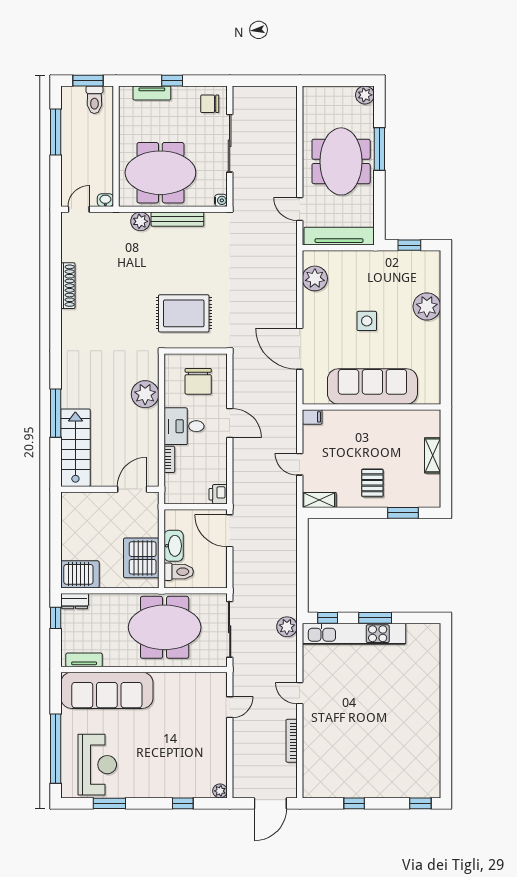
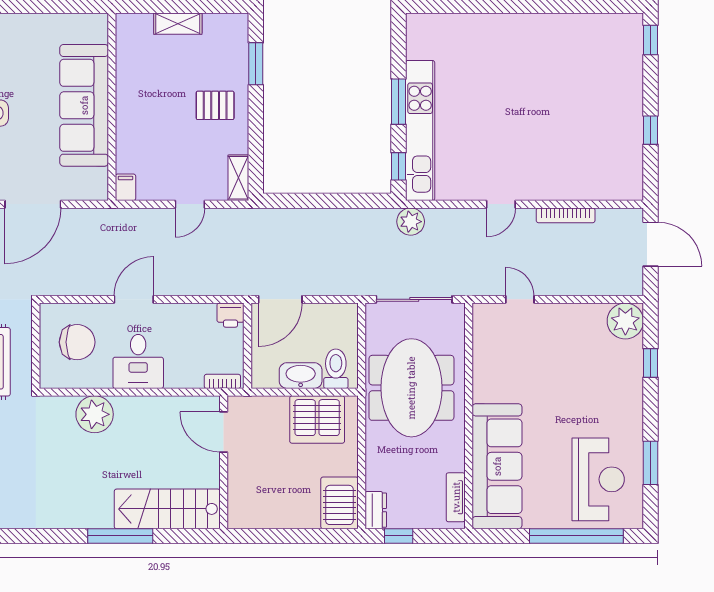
bookcase: (169, 459) -> (222, 381), moved
reception desk: (97, 765) -> (598, 479), turned 90
plant: (220, 791) -> (625, 321), width x1.88, depth x1.88

